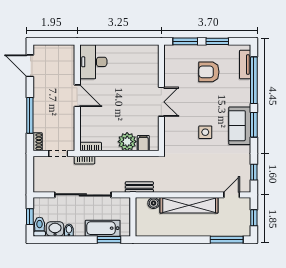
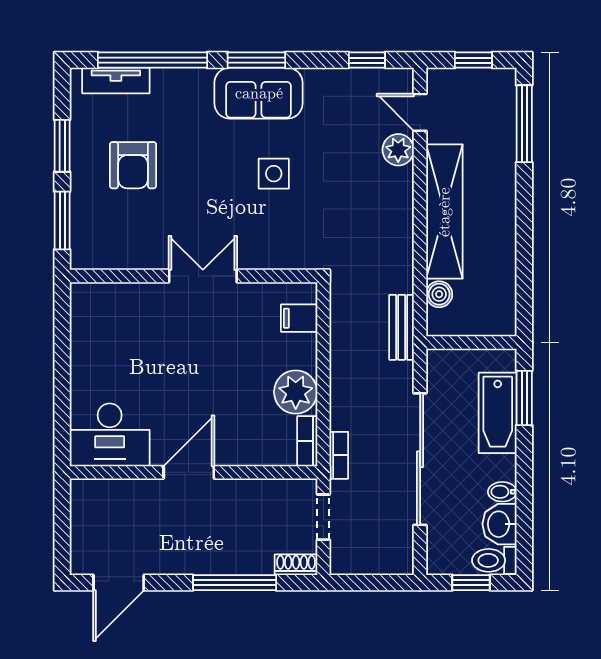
plant: (127, 142) -> (296, 392), moved
plant: (215, 186) -> (398, 150), added

